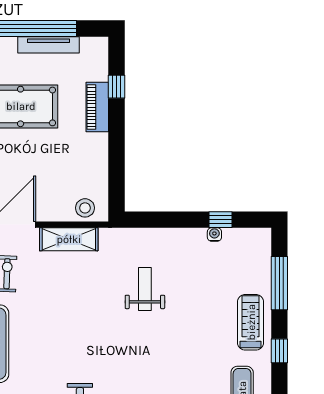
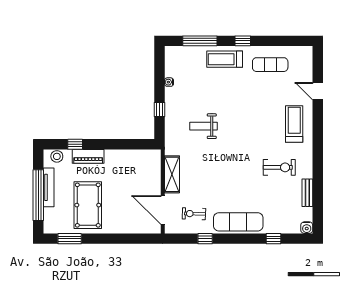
stool: (85, 208) -> (57, 156), moved
window: (220, 220) -> (160, 109), moved

